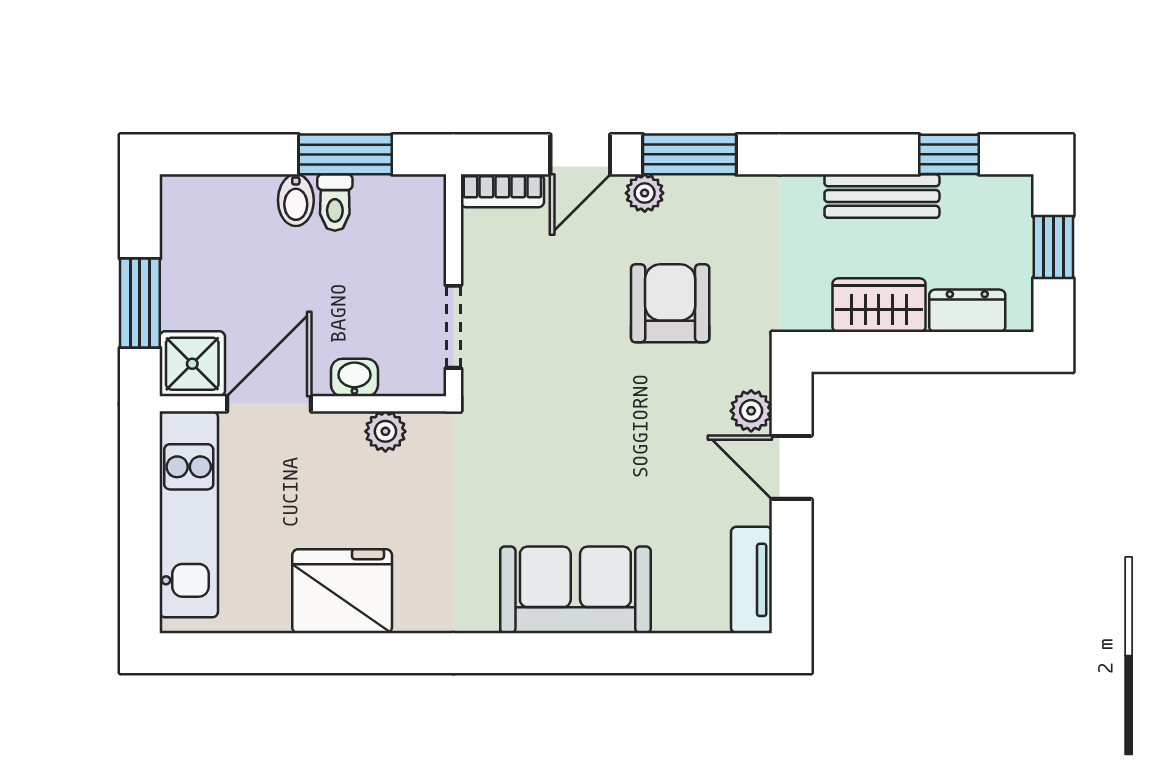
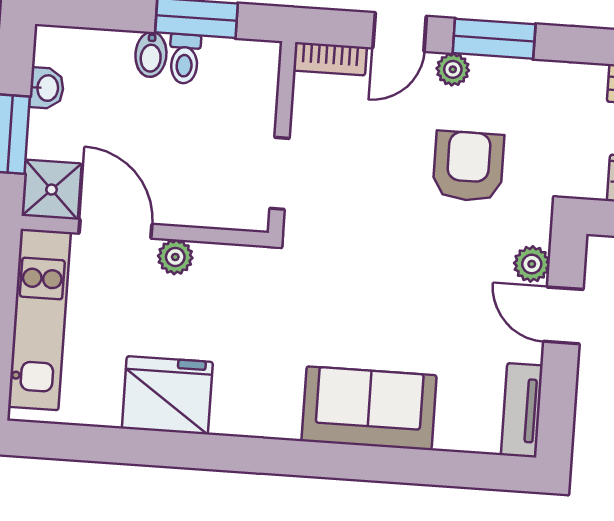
washbasin: (354, 377) -> (47, 88), moved, turned 90
door: (269, 404) -> (116, 229), hinge flipped
plant: (385, 431) -> (175, 257), moved

